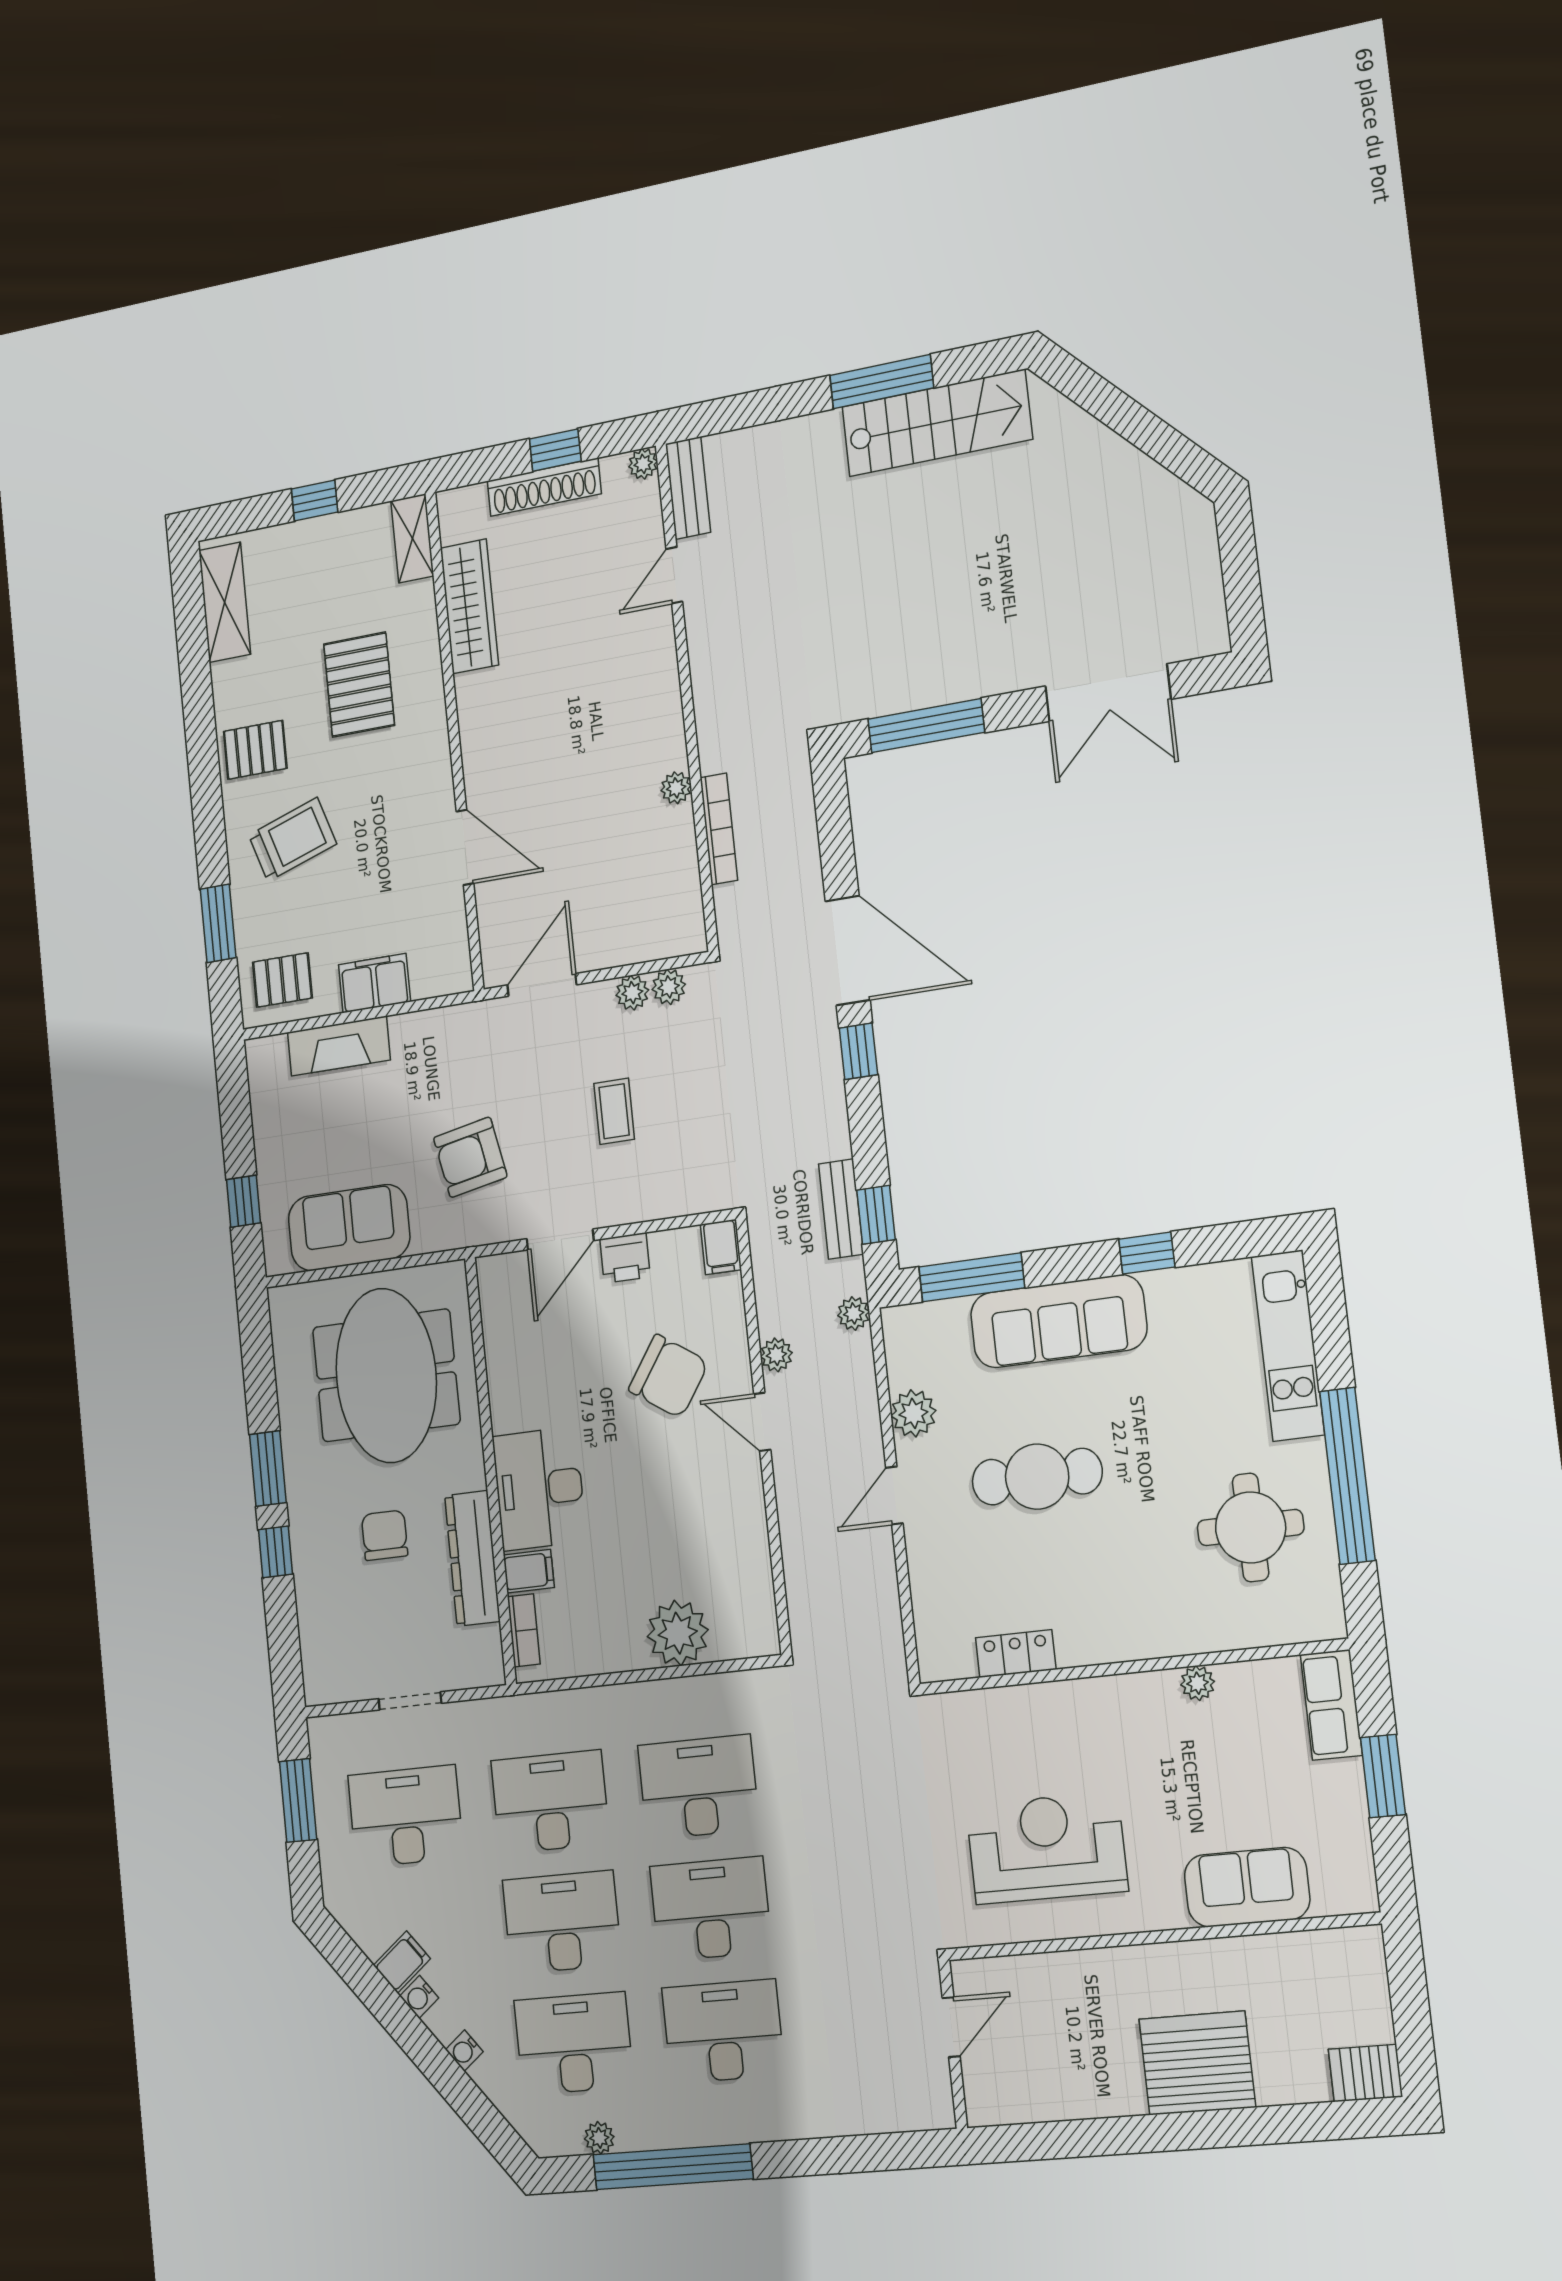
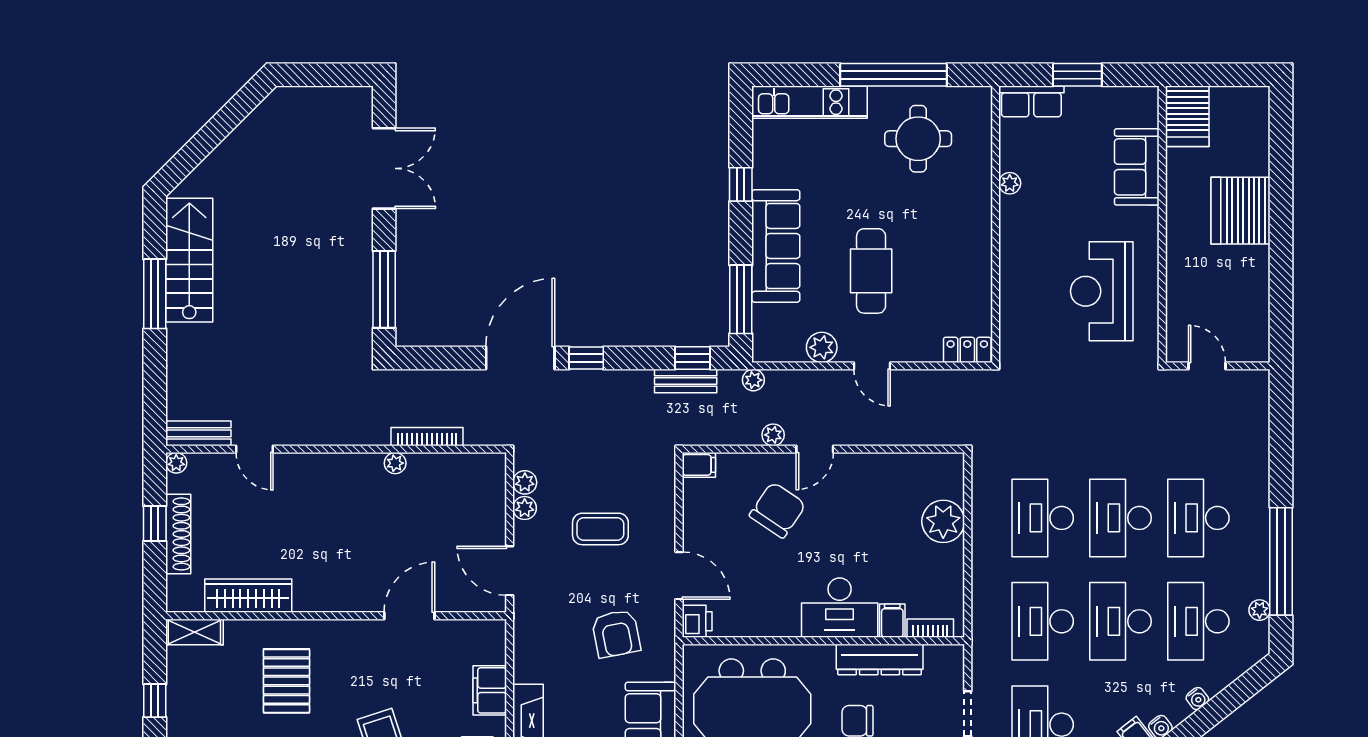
pallet: (359, 685) -> (286, 681), turned 90
coffee table: (614, 1111) -> (600, 529), width x1.36, depth x1.30
printer: (625, 1258) -> (697, 621), moved
locker: (1016, 1654) -> (967, 350), moved, turned 90
server rack: (1365, 2073) -> (1187, 116), moved, width x1.36, depth x1.44

